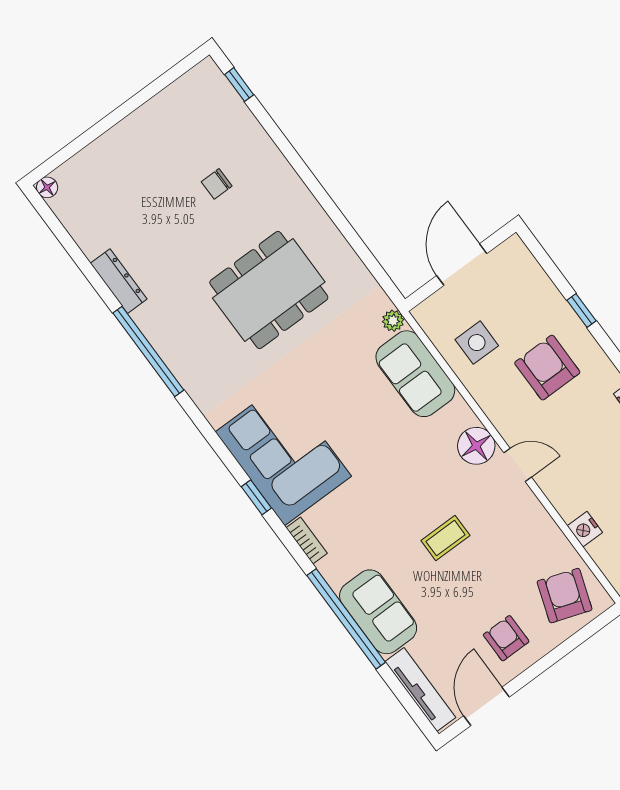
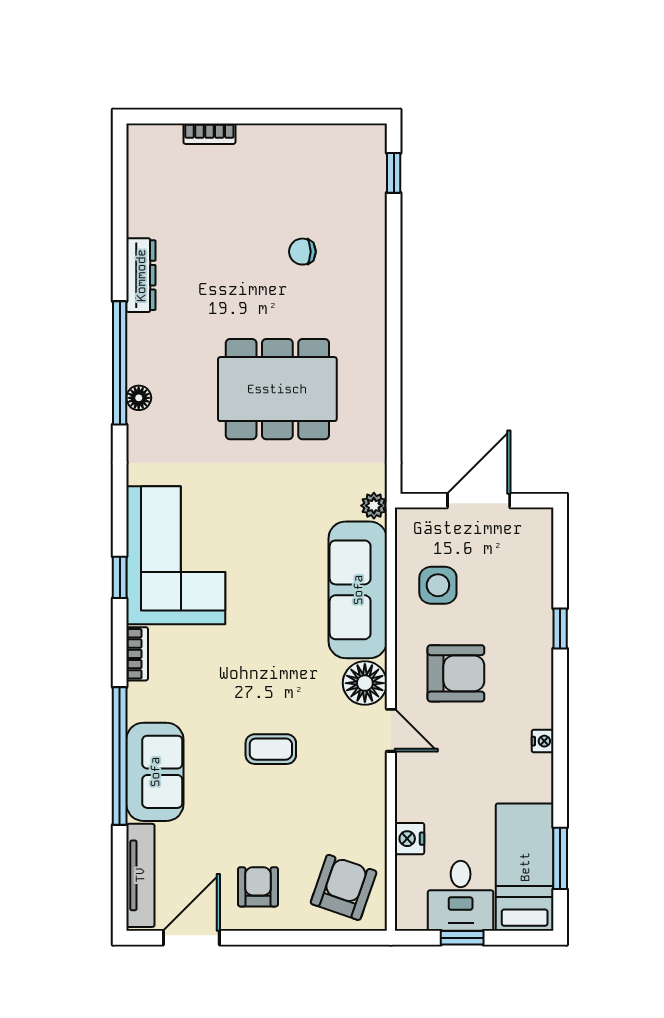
bookcase: (94, 150) -> (209, 134), added
floor lamp: (47, 187) -> (139, 398), moved
armchair: (547, 368) -> (456, 673), moved, turned 90
sofa: (415, 374) -> (358, 590), width x1.36

